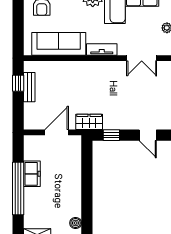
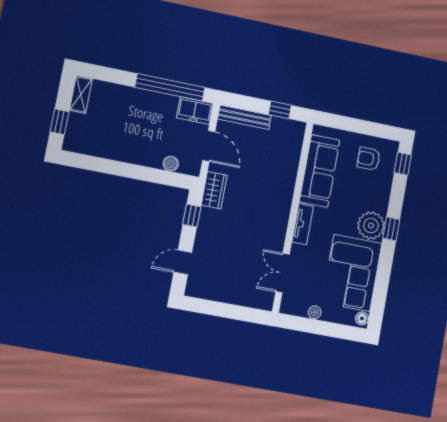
bench: (29, 87) -> (244, 117), moved, width x1.36
freezer: (32, 174) -> (195, 111), moved
window: (18, 188) -> (170, 87), moved
boiler: (76, 223) -> (171, 164), moved

